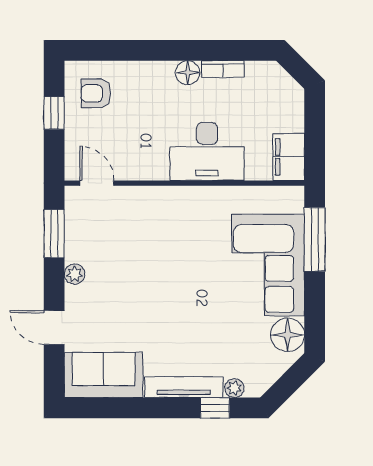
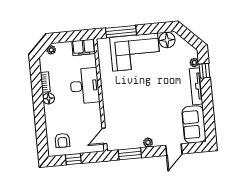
plant: (290, 88) -> (51, 50), added

